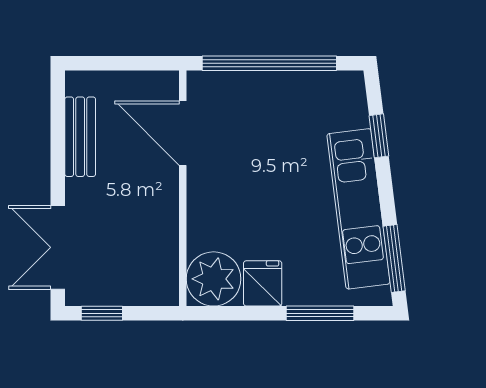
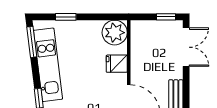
fridge: (263, 283) -> (117, 64), moved, turned 90
window: (320, 313) -> (66, 17), width x0.67

